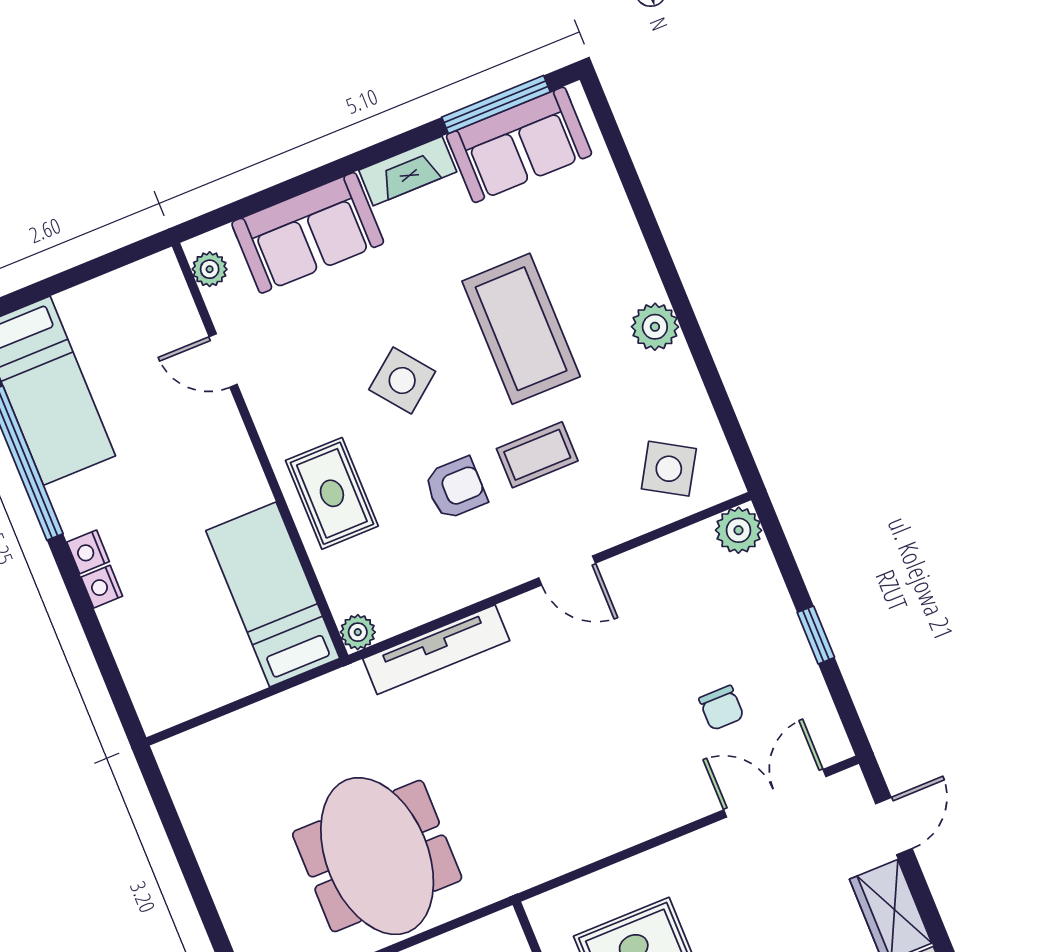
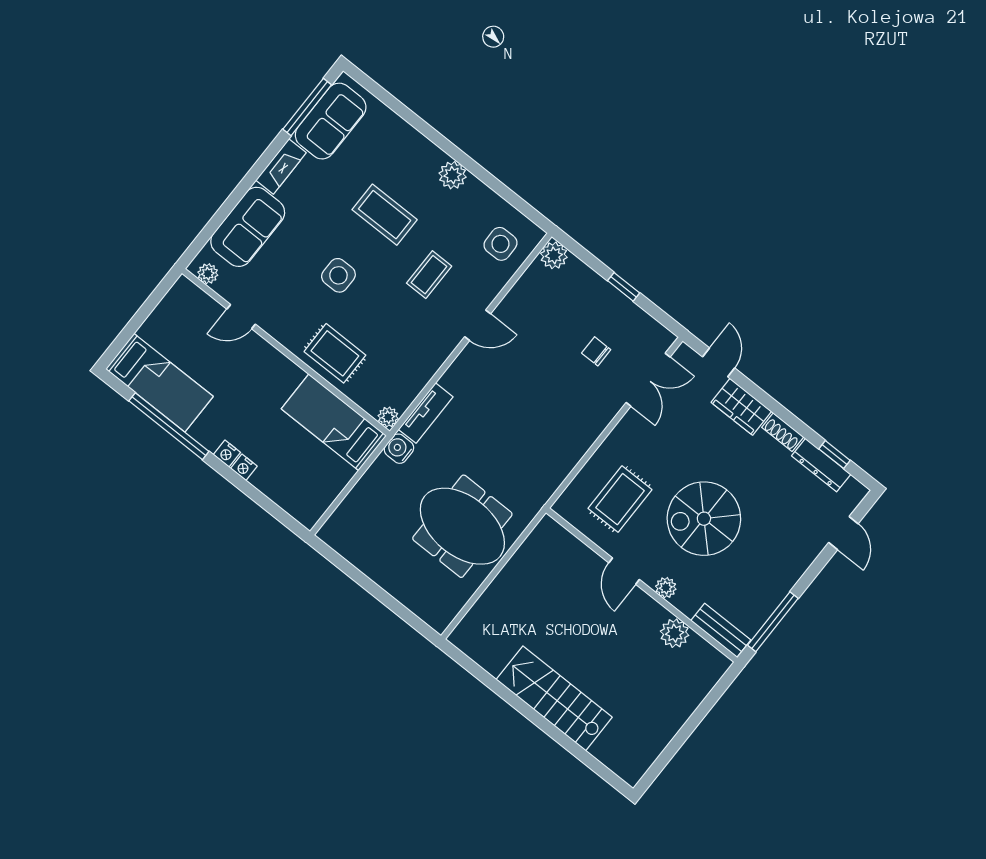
coffee table: (521, 329) -> (385, 215), width x0.73, depth x0.76
side table: (402, 380) -> (338, 275), turned 38
side table: (669, 469) -> (500, 244), turned -32
armchair: (456, 488) -> (397, 315), removed
tv unit: (436, 650) -> (426, 413), width x0.71
water cooler: (348, 688) -> (399, 449), added
chair: (721, 708) -> (596, 351), turned 180
double door: (775, 793) -> (648, 380), swing flipped

